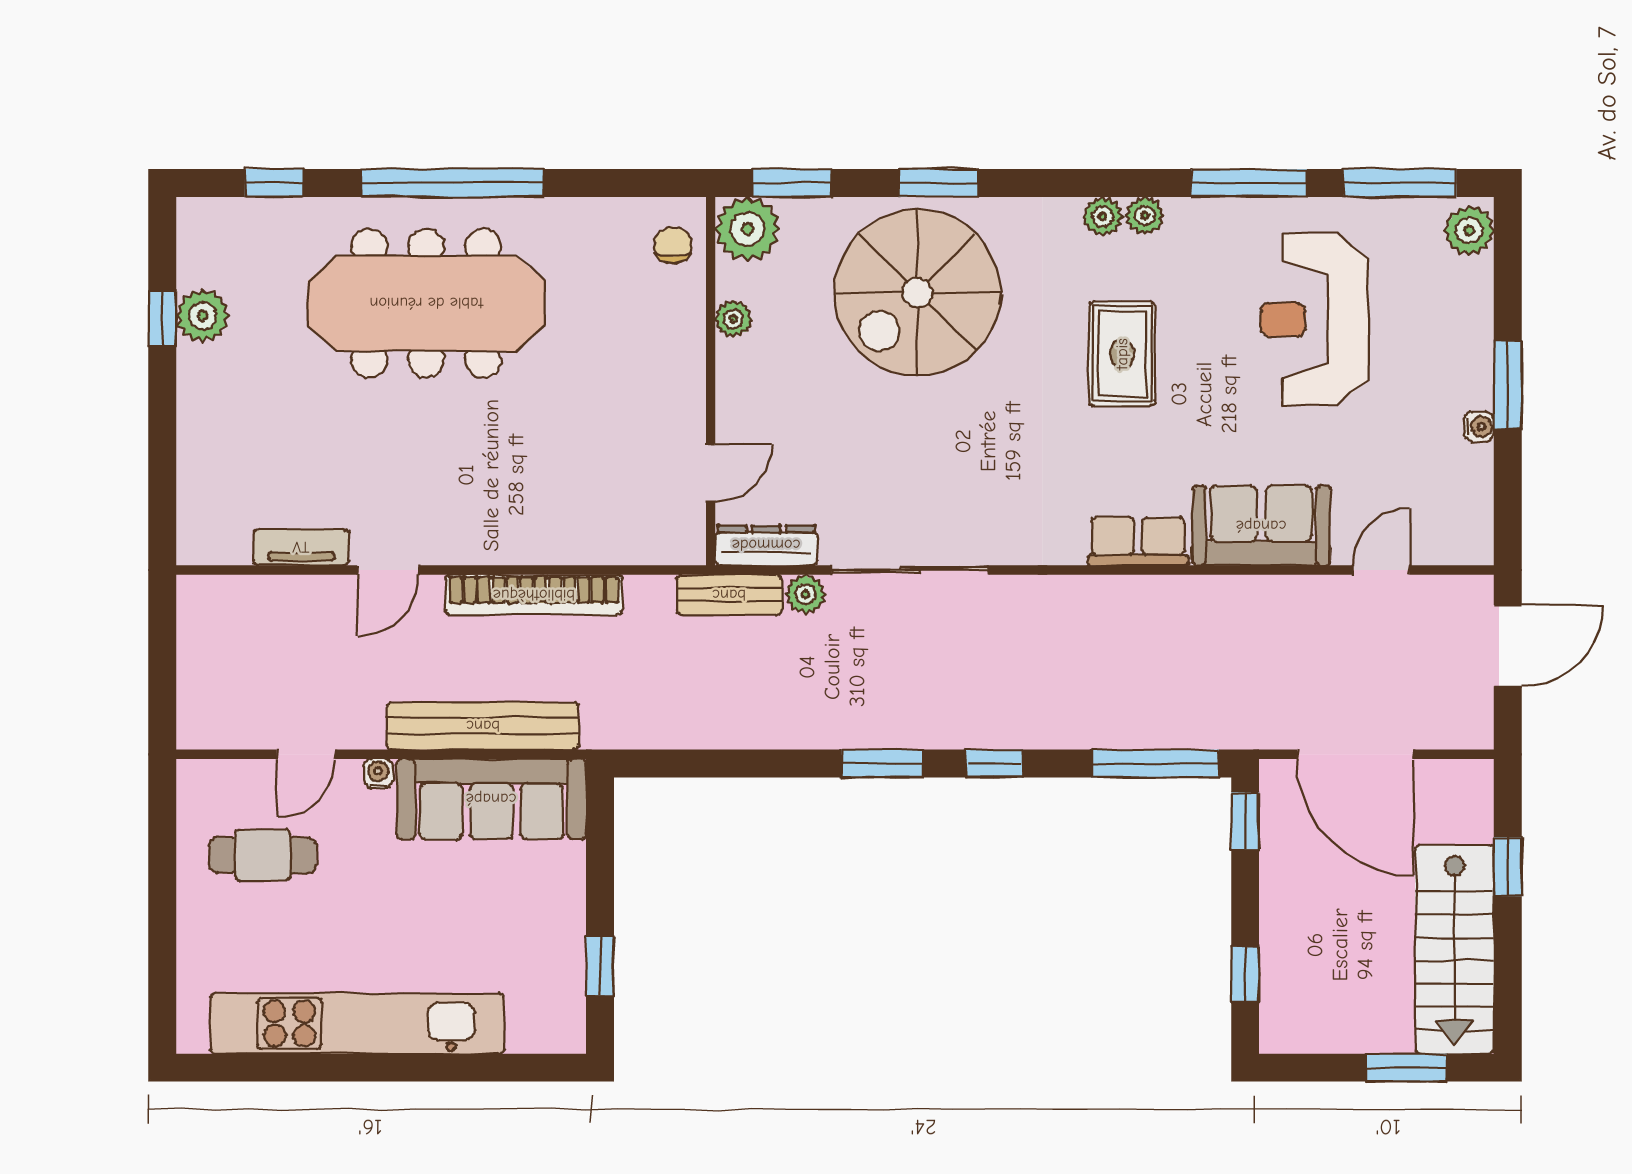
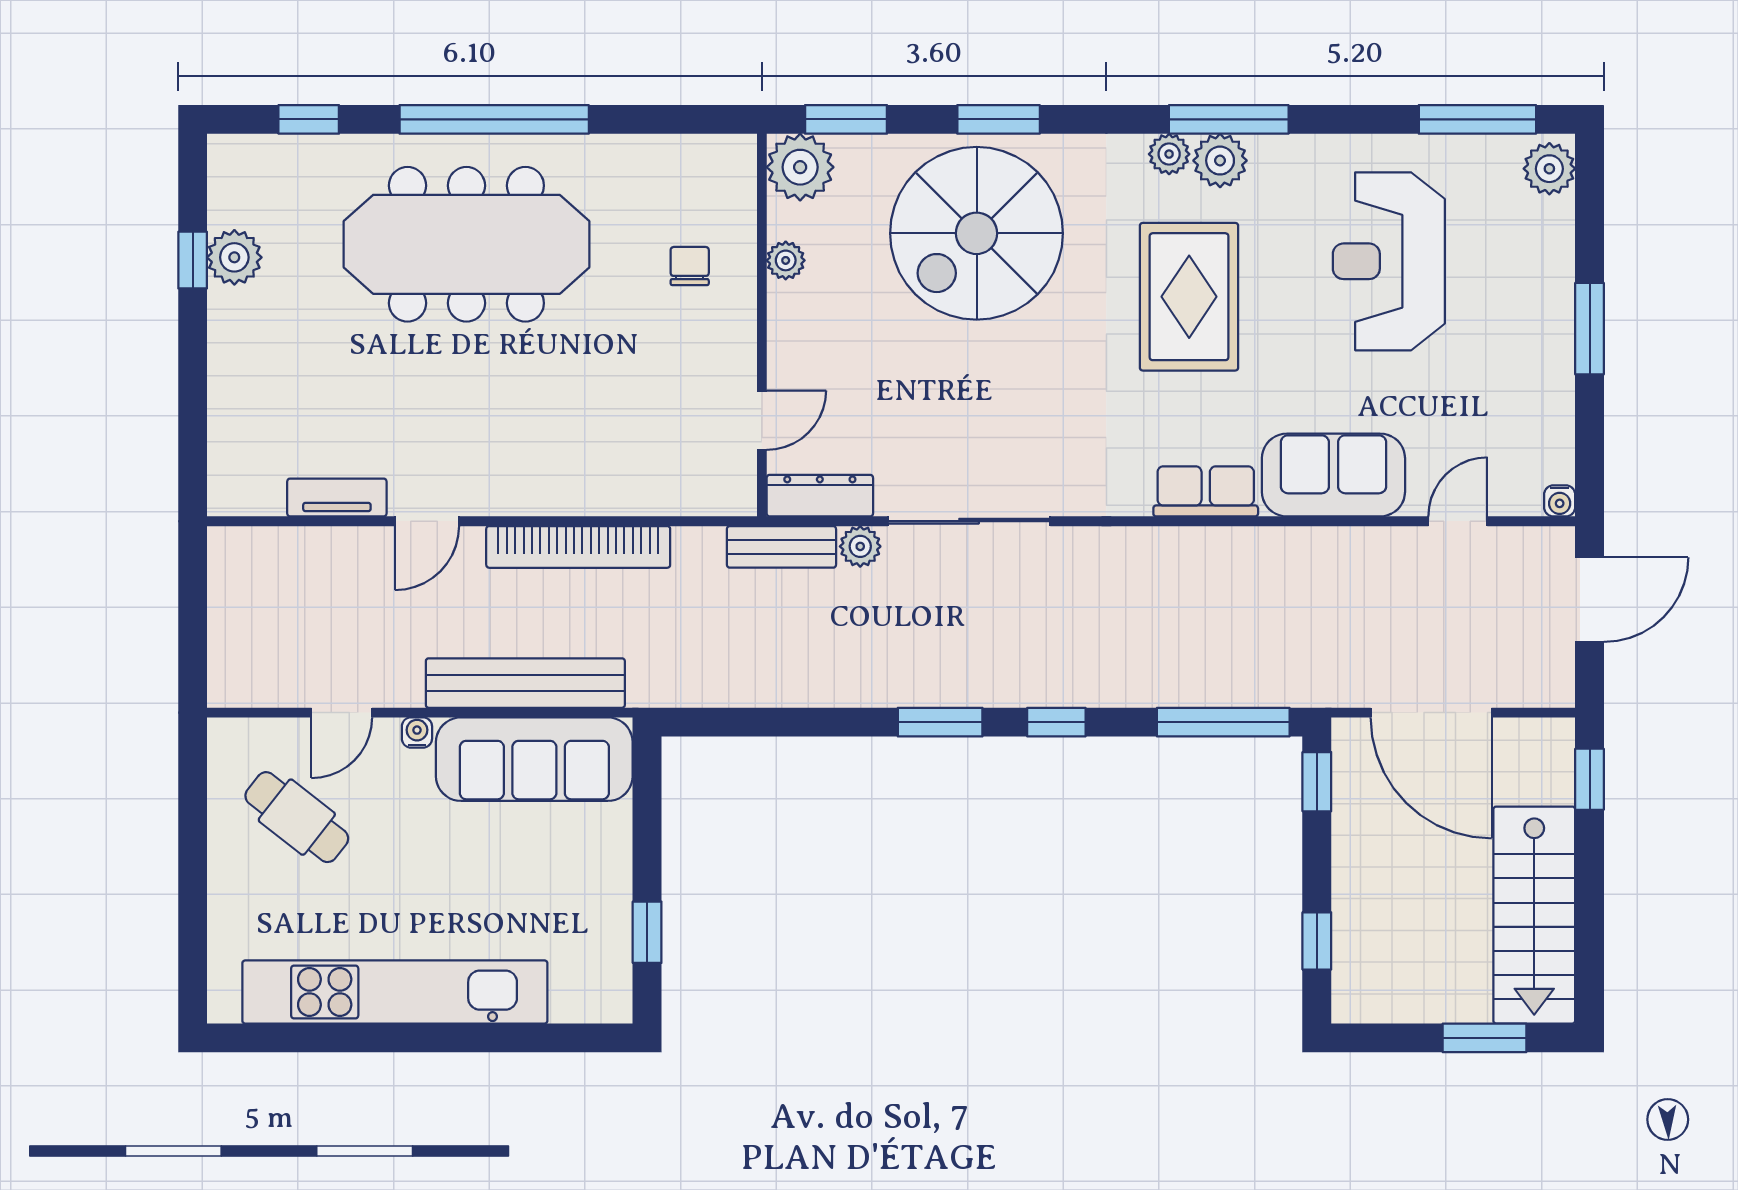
window: (1249, 183) -> (1229, 119), moved
plant: (1145, 216) -> (1220, 161), width x1.38, depth x1.38
chair: (673, 245) -> (690, 266), moved
rug: (1122, 354) -> (1189, 297), width x1.36, depth x1.43
water cooler: (1479, 427) -> (1560, 501), moved, turned 90
cafe table: (263, 855) -> (297, 817), turned 38
window: (1508, 867) -> (1590, 779), moved

